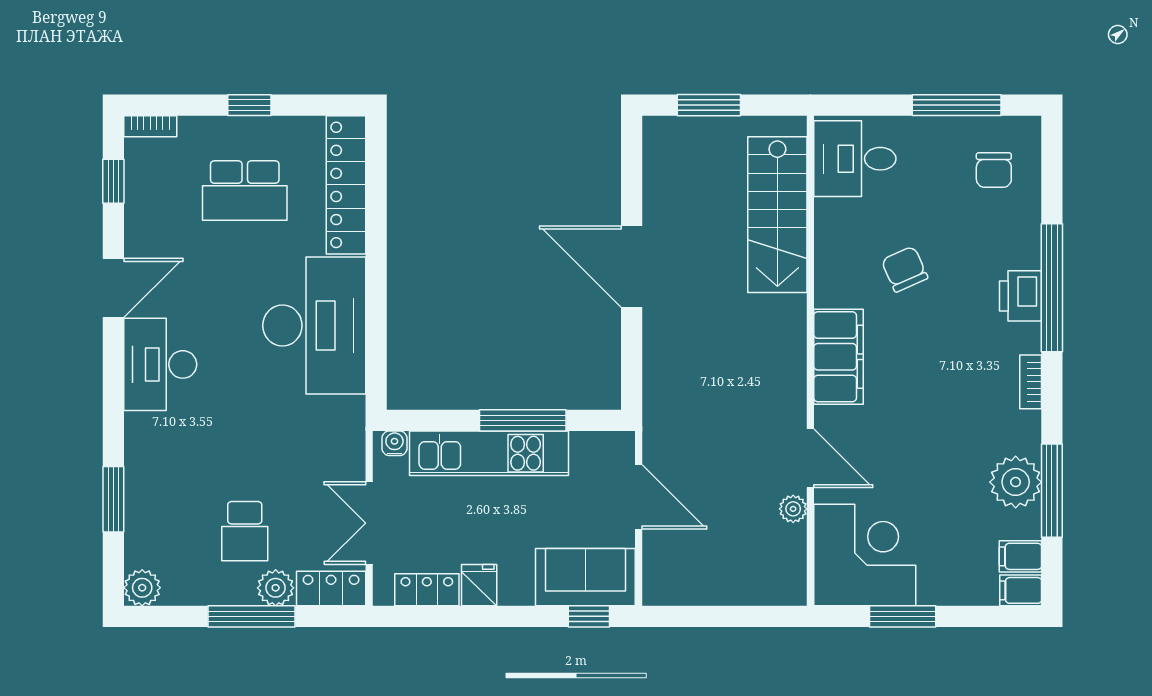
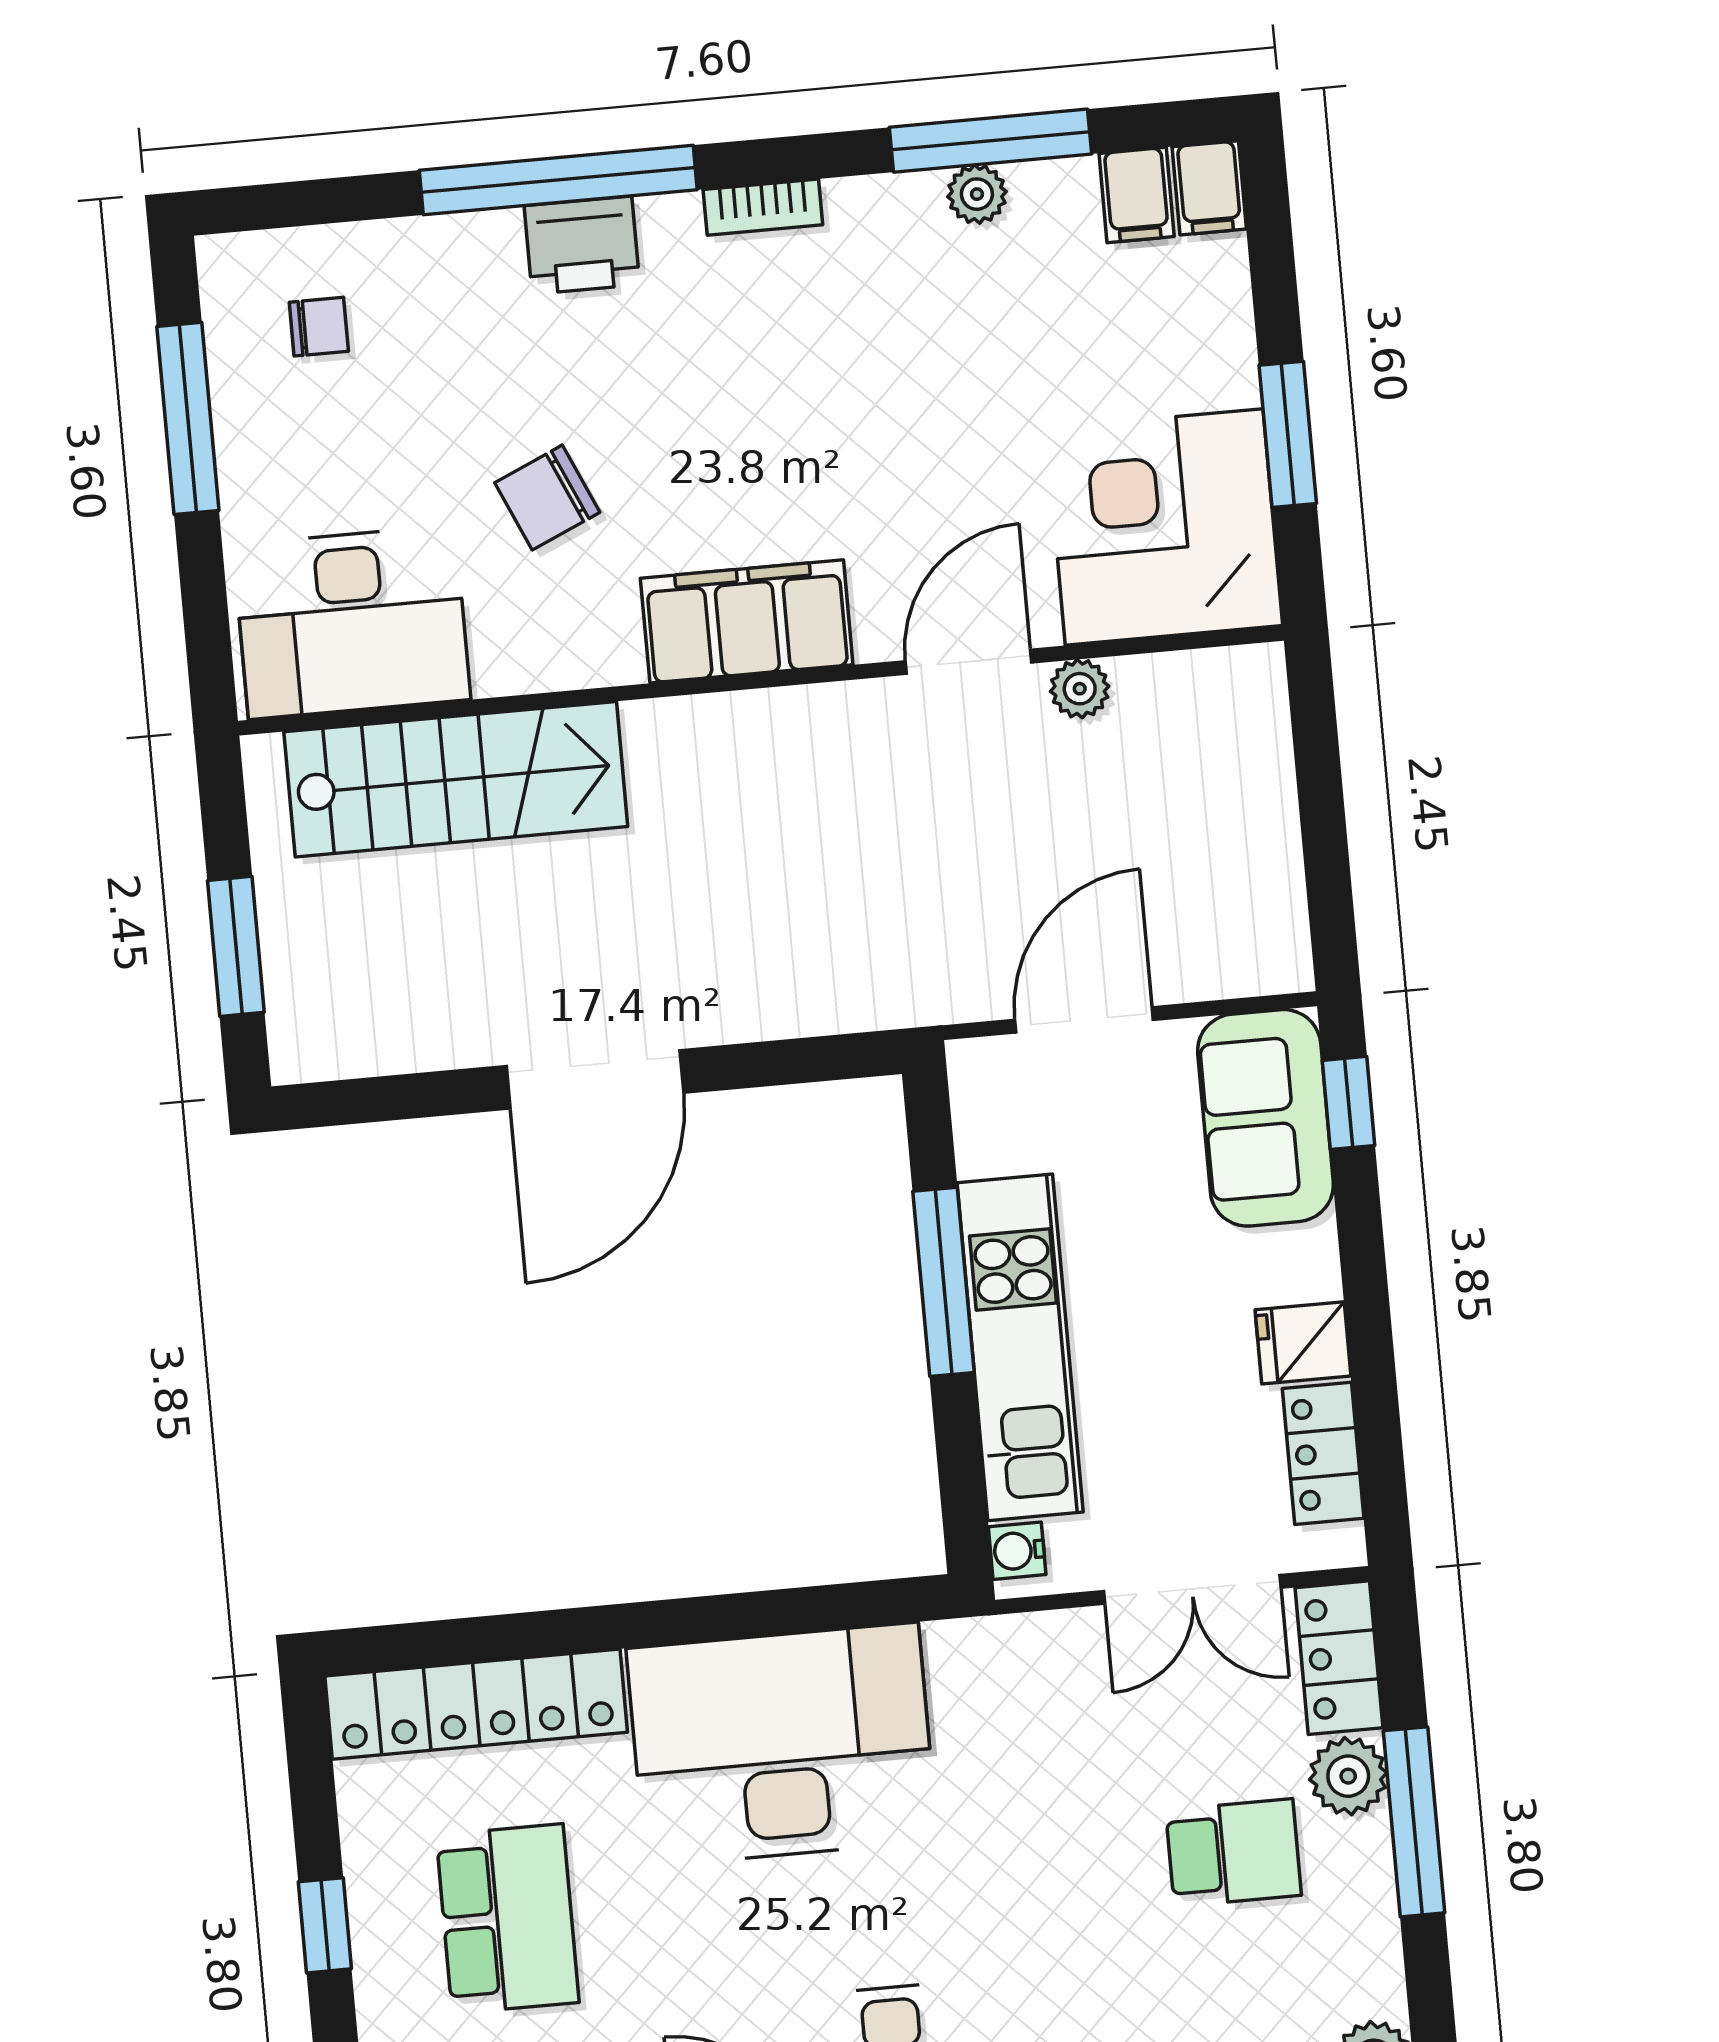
desk: (855, 159) -> (352, 622), width x1.37
chair: (994, 170) -> (319, 327), width x0.73, depth x0.73
plant: (1016, 482) -> (977, 194), width x0.53, depth x0.53

